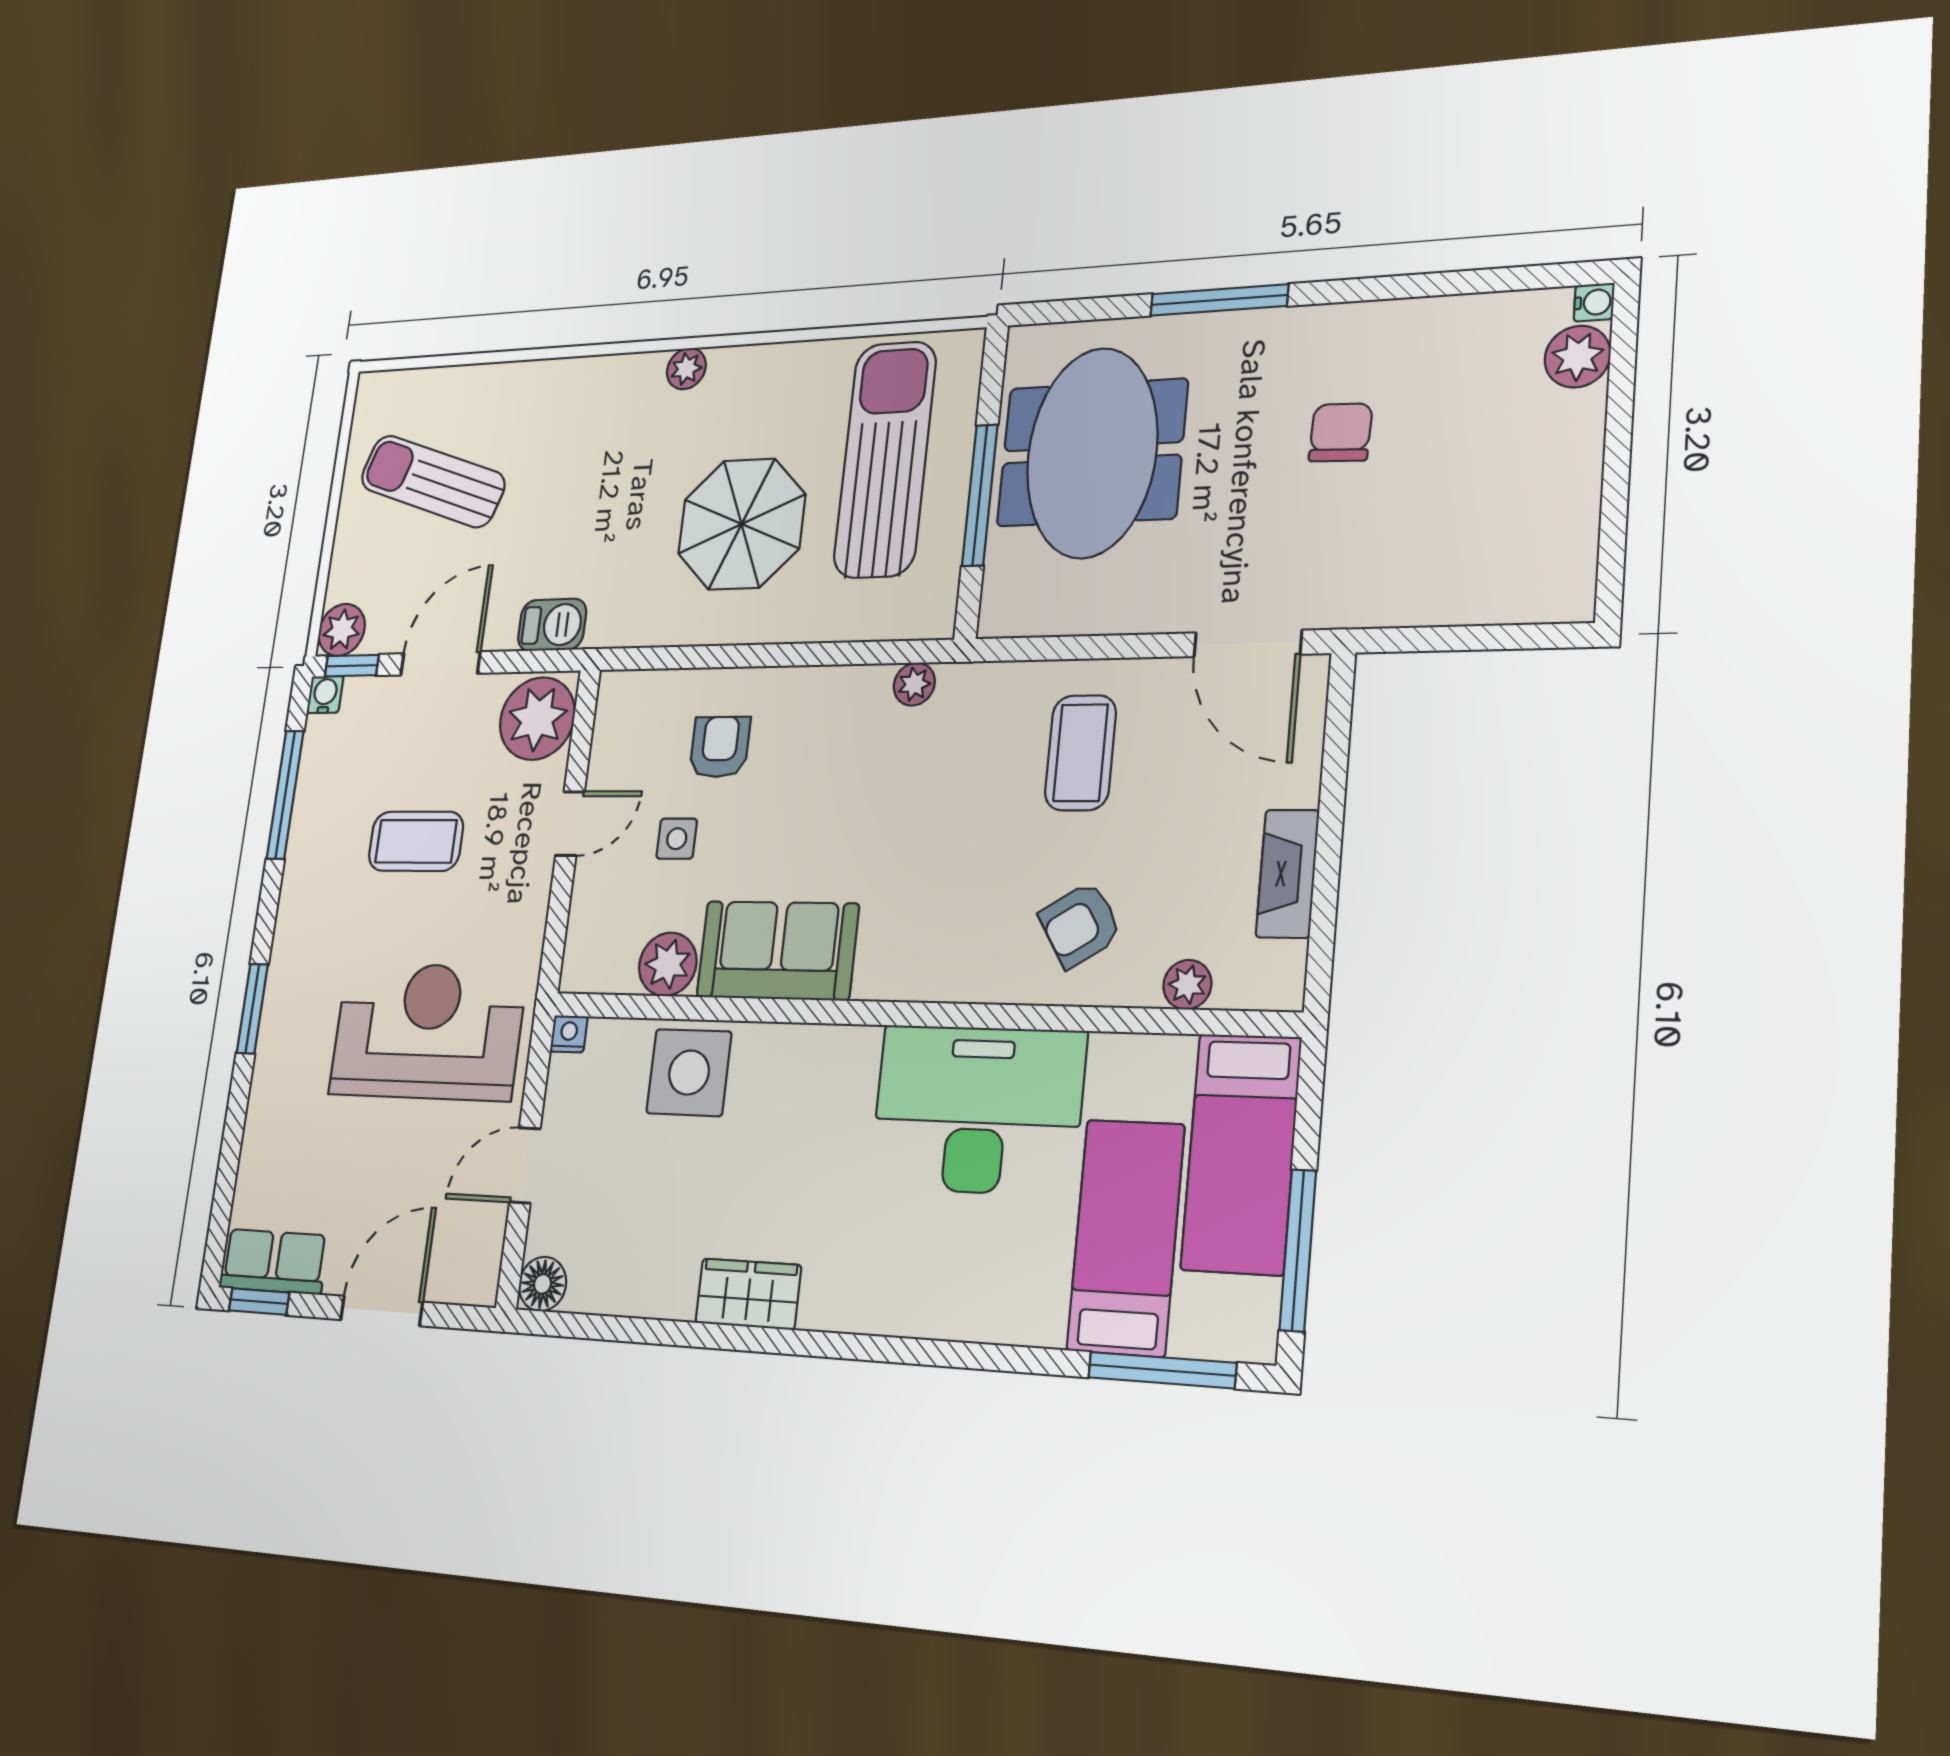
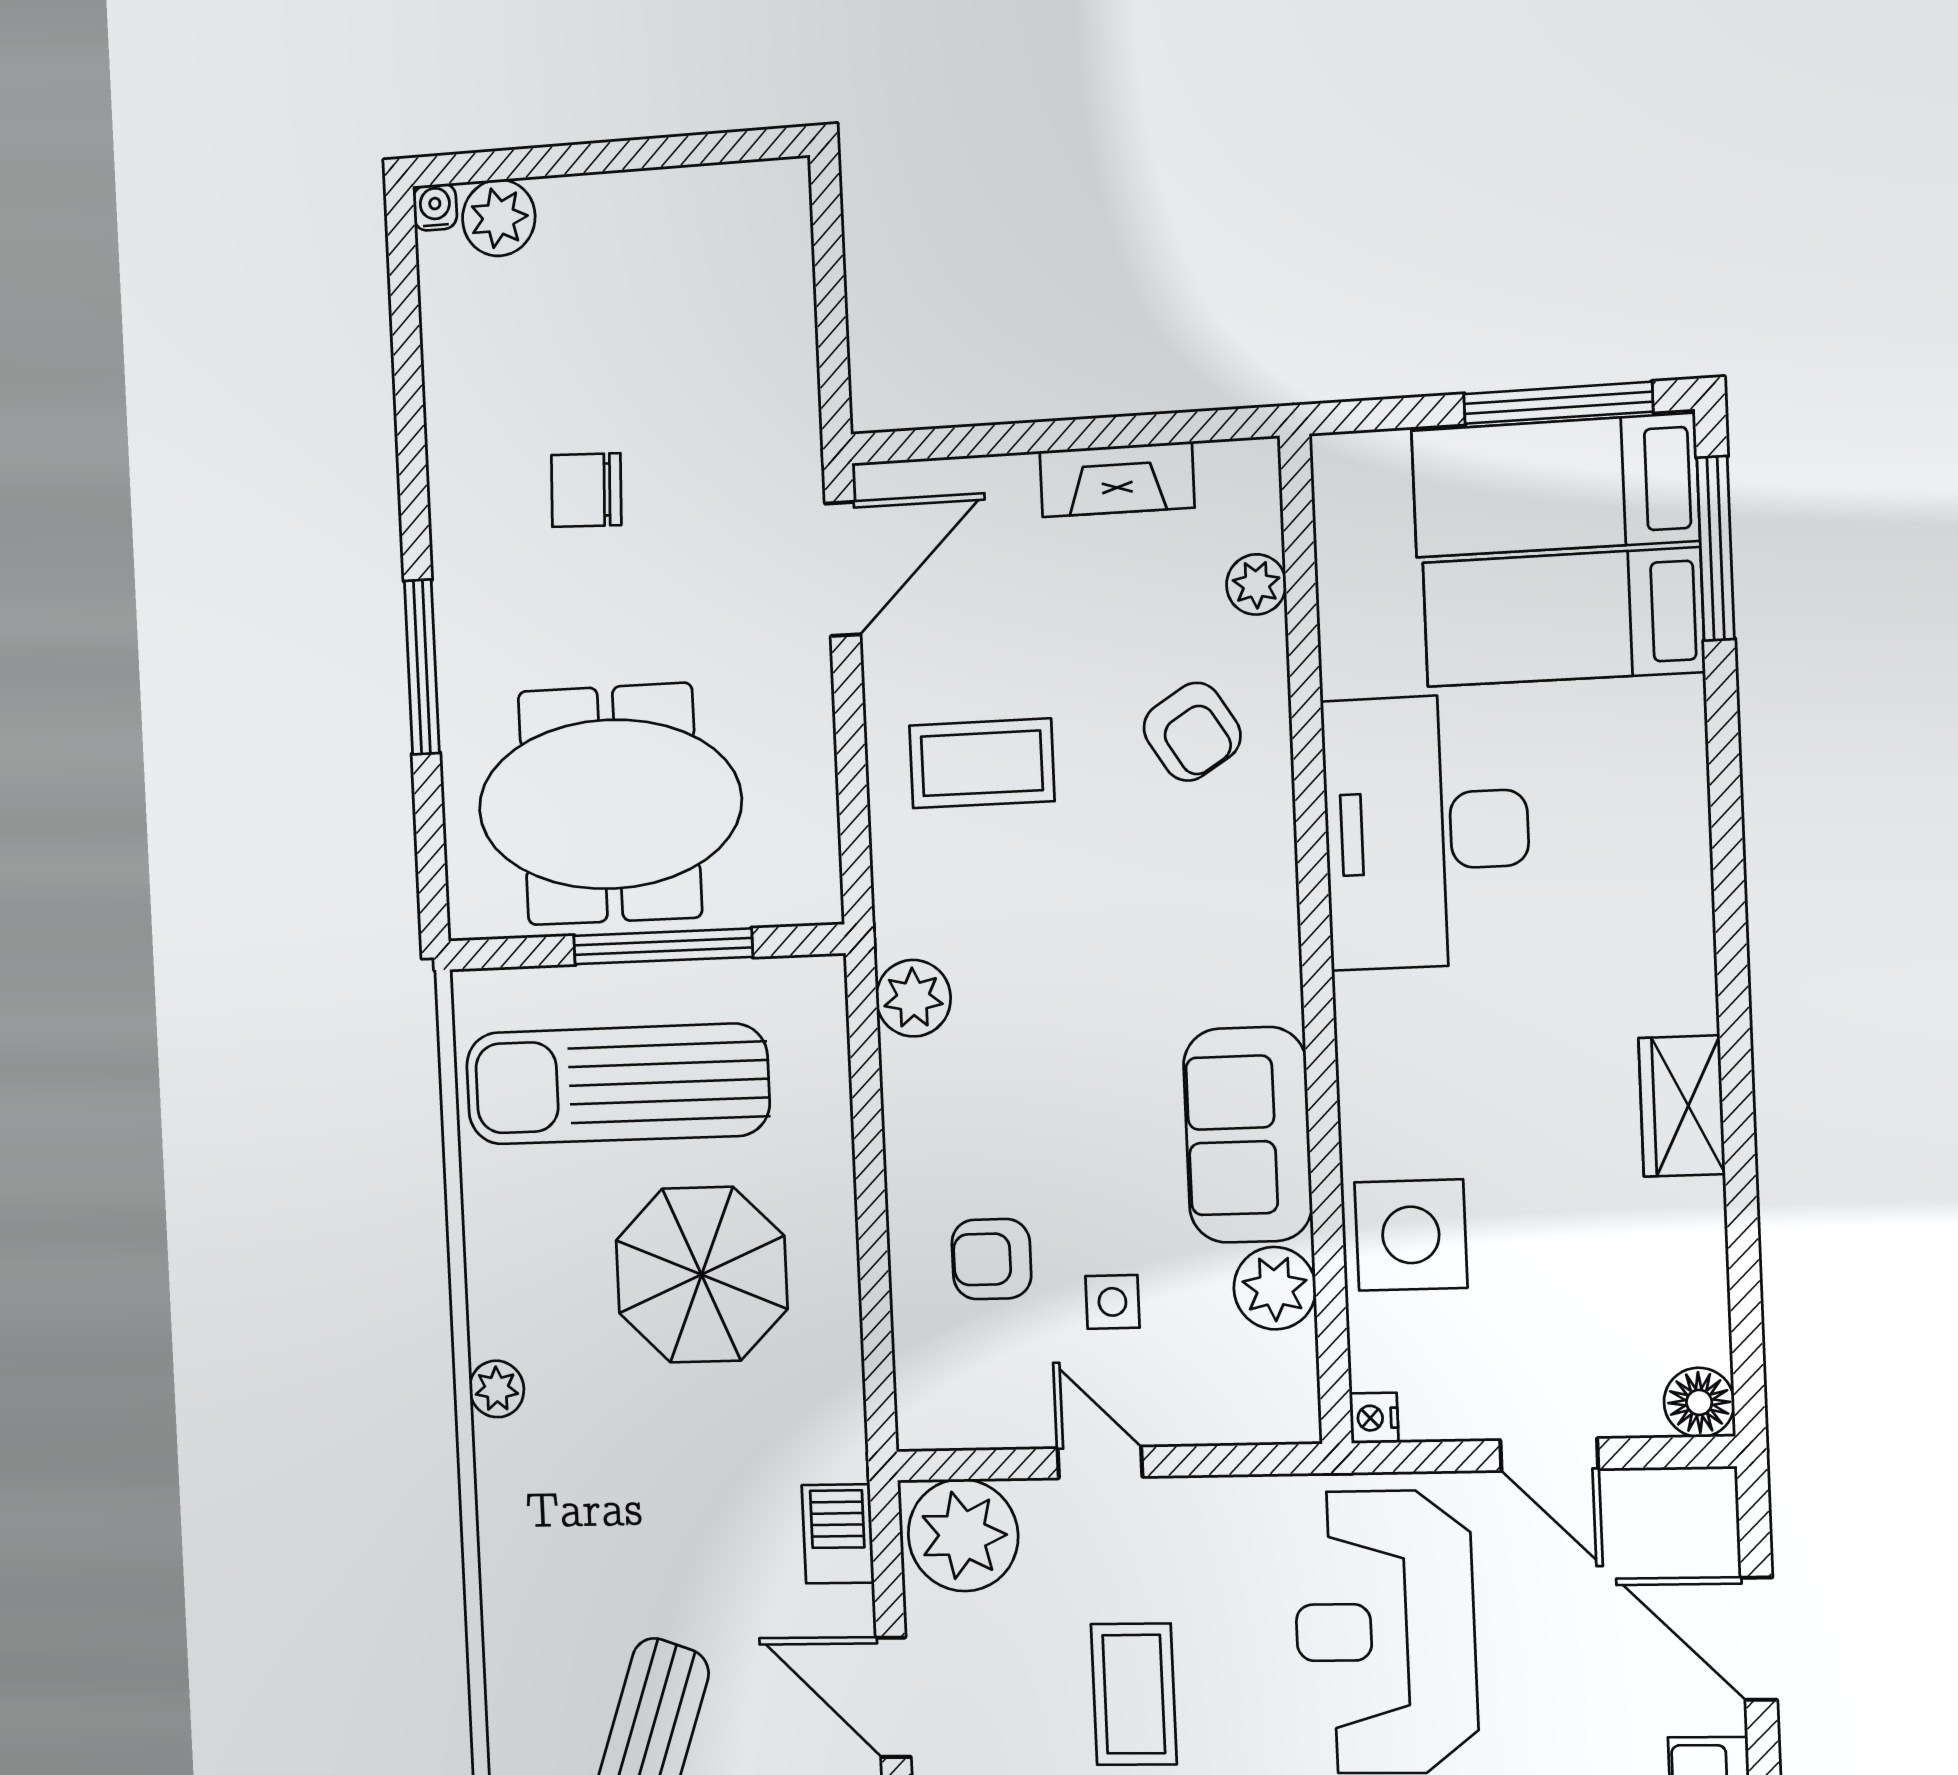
plant: (914, 684) -> (913, 998), width x1.38, depth x1.38
bed: (1241, 1153) -> (1555, 485), moved, turned 180

